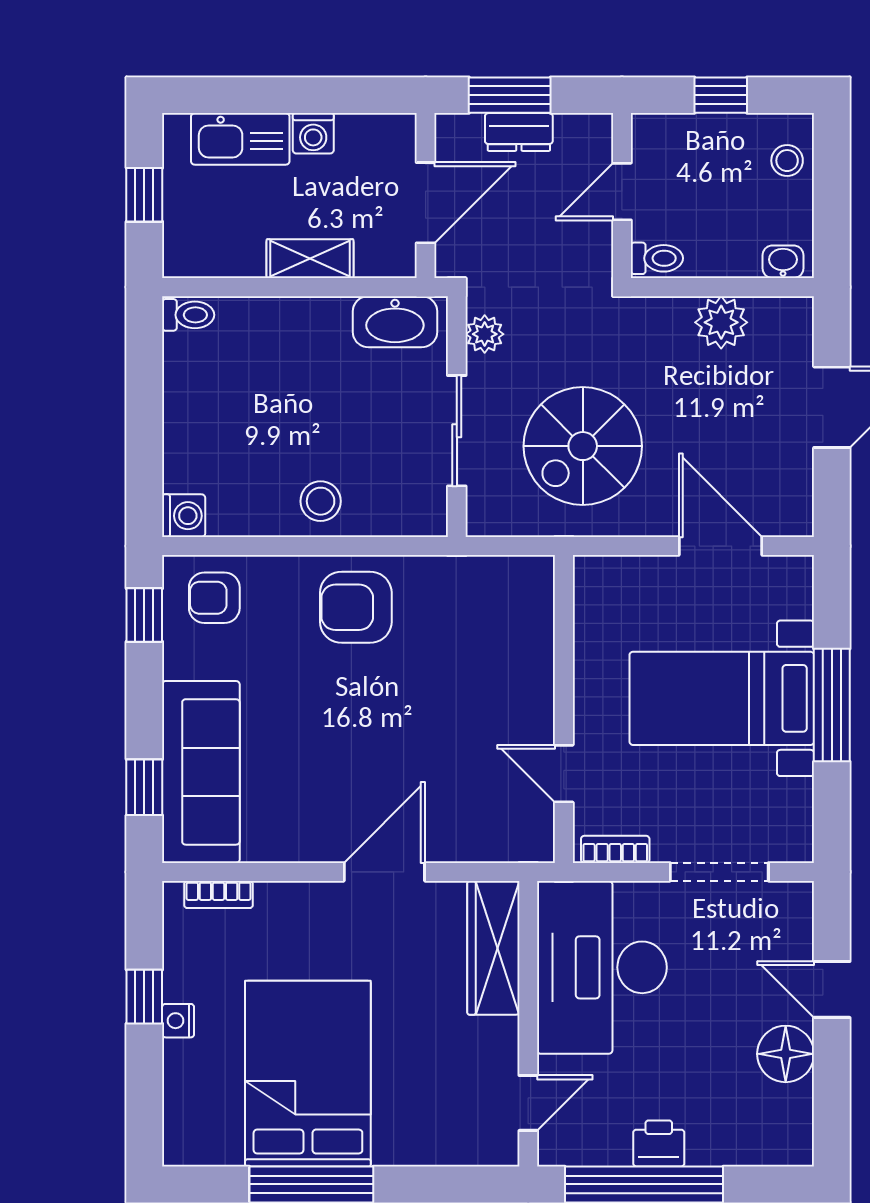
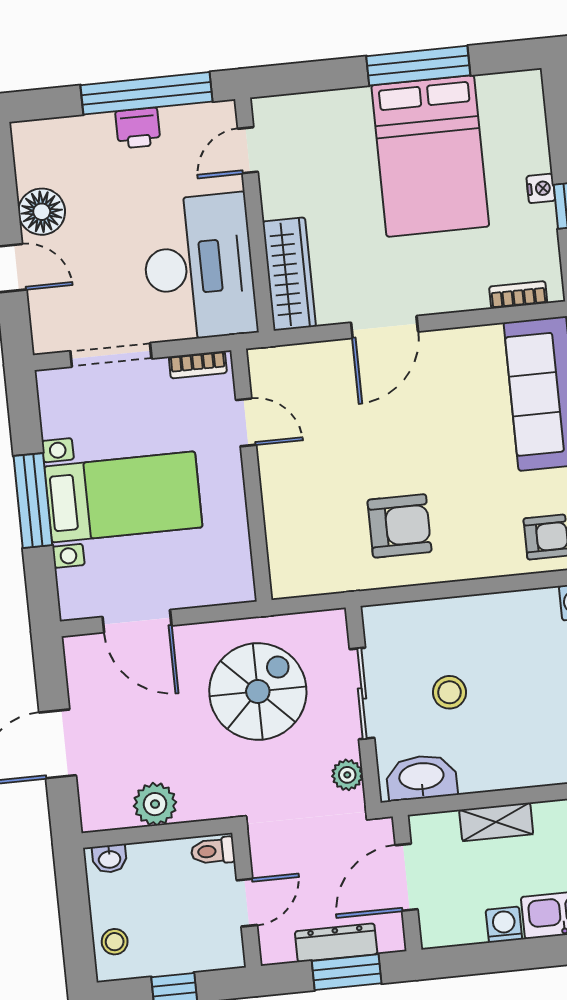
dresser: (519, 132) -> (336, 943), width x1.44
stool: (321, 501) -> (449, 692), moved
armchair: (356, 607) -> (400, 526), moved

